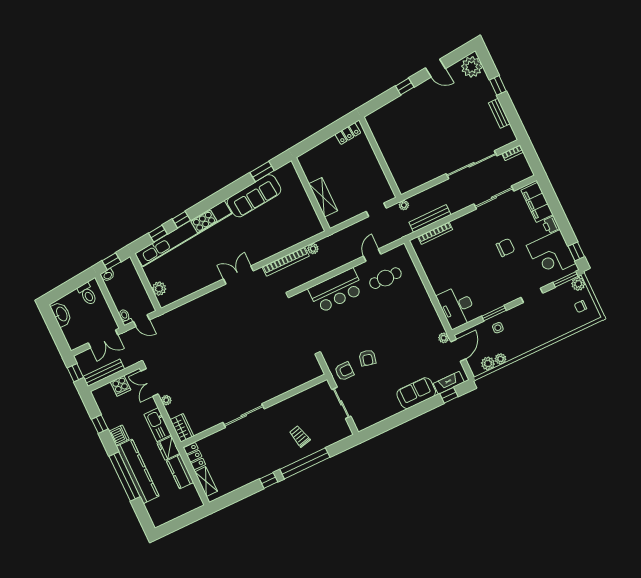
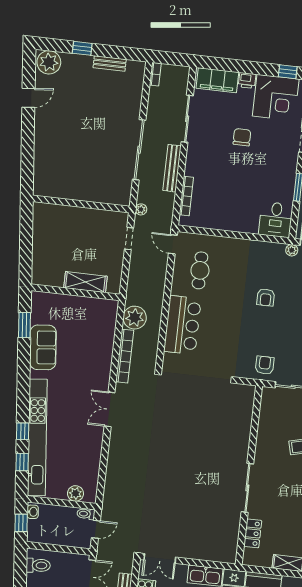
window: (405, 86) -> (28, 138), removed
locker: (348, 134) -> (39, 221), removed
sliding door: (472, 165) -> (139, 150), moved
sofa: (254, 196) -> (43, 347), width x0.73
bench: (430, 218) -> (172, 168), moved
plant: (313, 249) -> (135, 318), width x1.88, depth x1.88
door: (372, 255) -> (173, 244), moved
washbasin: (108, 275) -> (33, 512), moved
desk: (457, 307) -> (276, 220), width x0.73
toilet: (125, 317) -> (86, 514), moved
armchair: (367, 358) -> (266, 297), moved, turned 77
plant: (166, 400) -> (187, 553), removed
wardrobe: (182, 428) -> (223, 554), removed
locker: (194, 456) -> (253, 533), moved, turned 90

